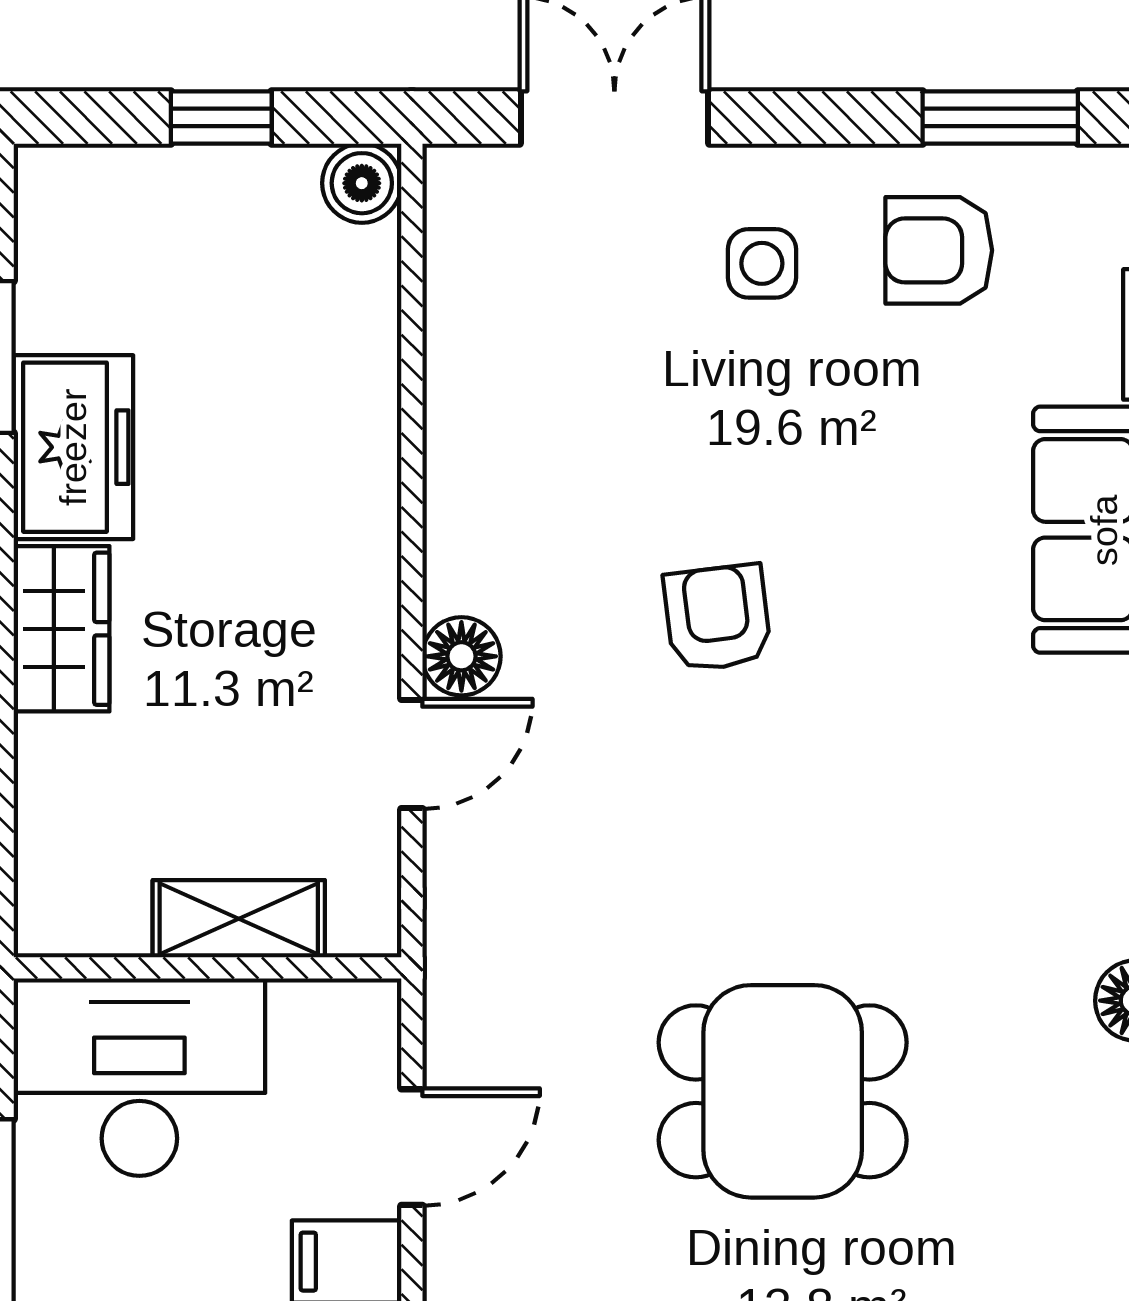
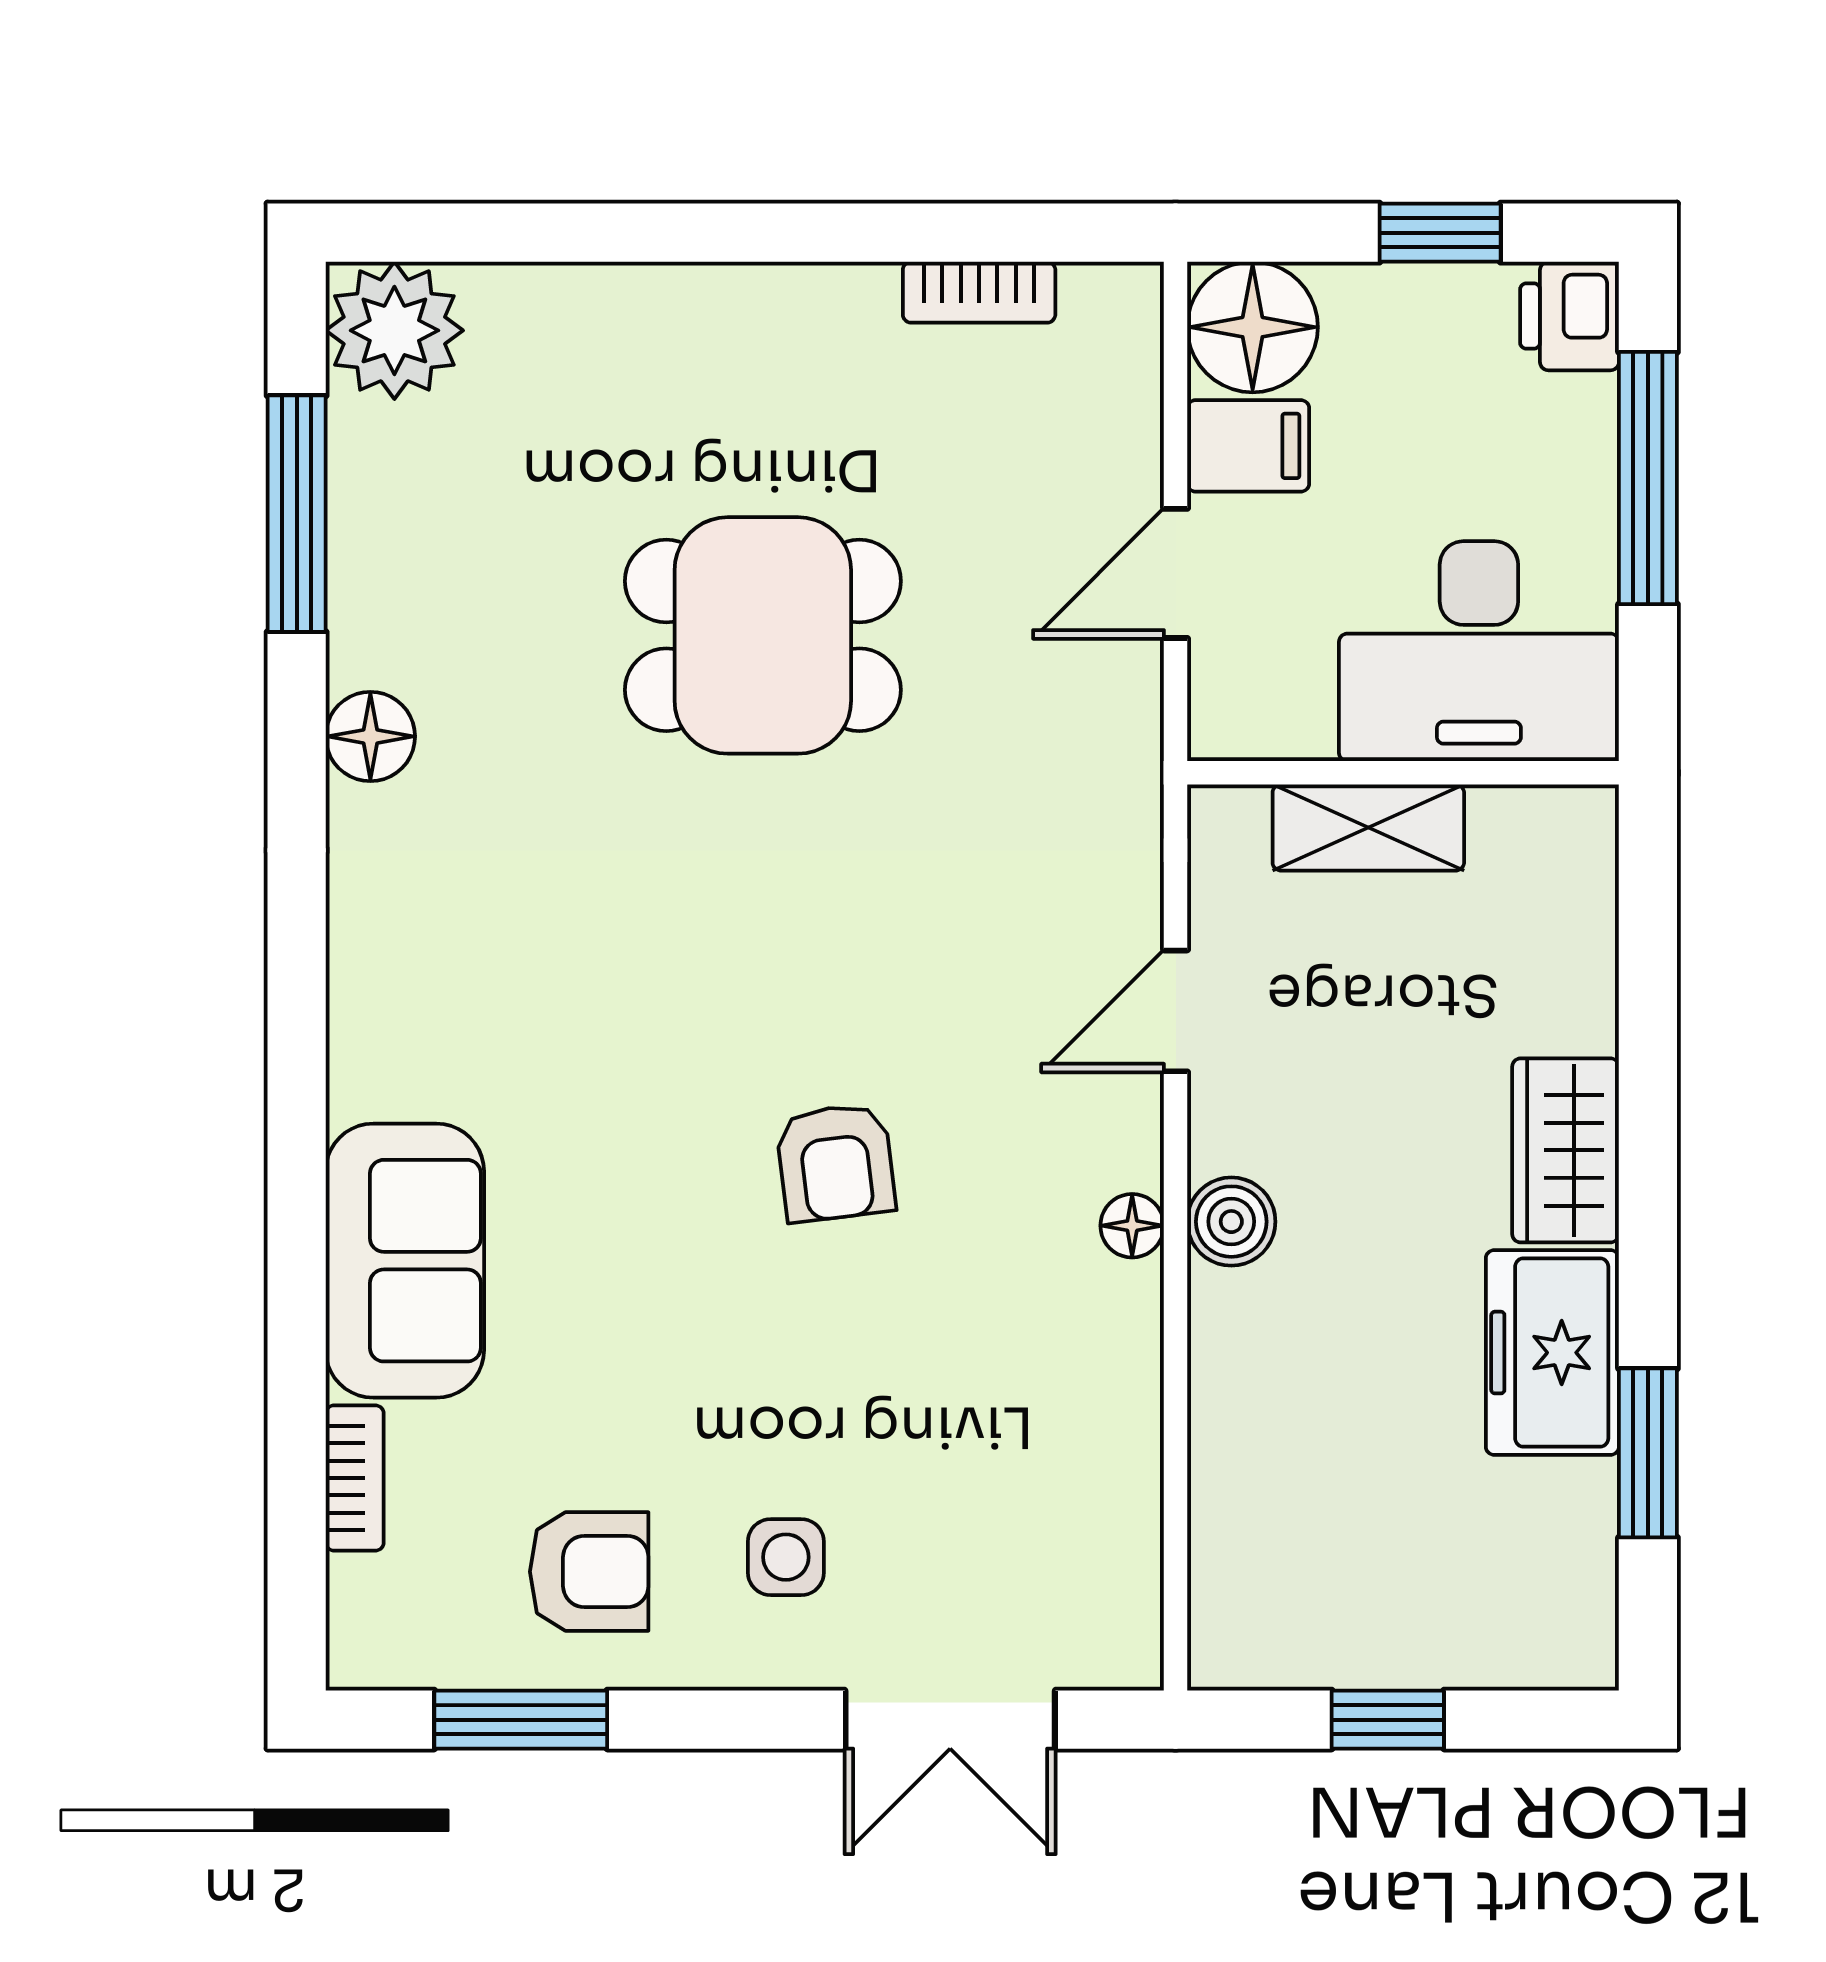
boiler: (362, 183) -> (1231, 1222), moved
floor lamp: (461, 656) -> (1132, 1226), moved, width x0.73, depth x0.73

